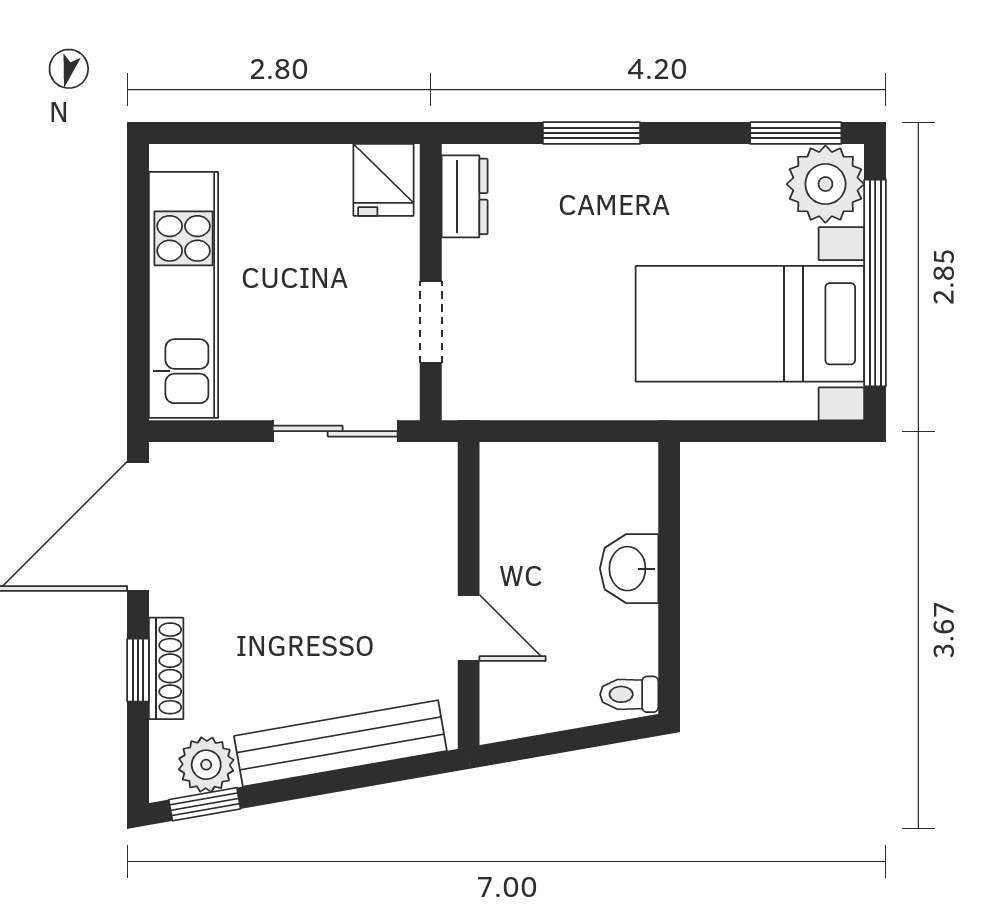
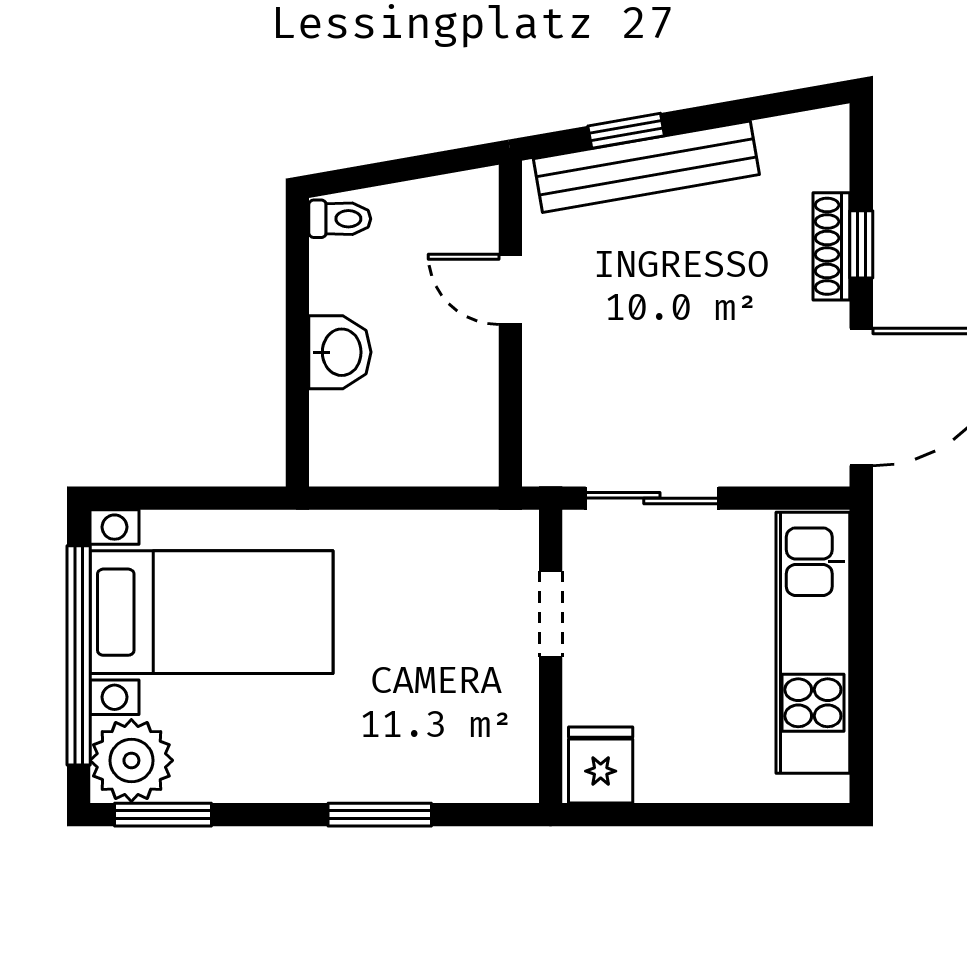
dresser: (465, 196) -> (515, 747), removed
plant: (206, 765) -> (789, 144), removed
window: (205, 804) -> (626, 131), moved

